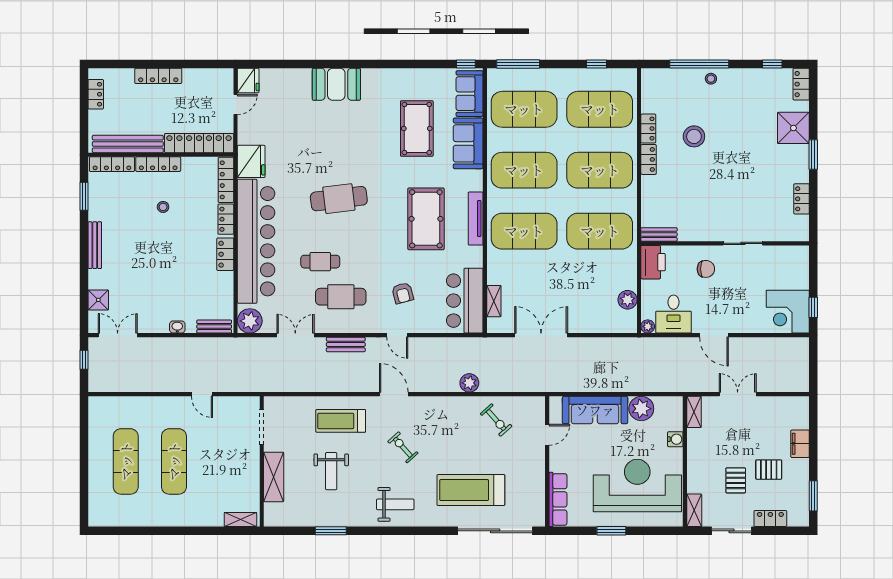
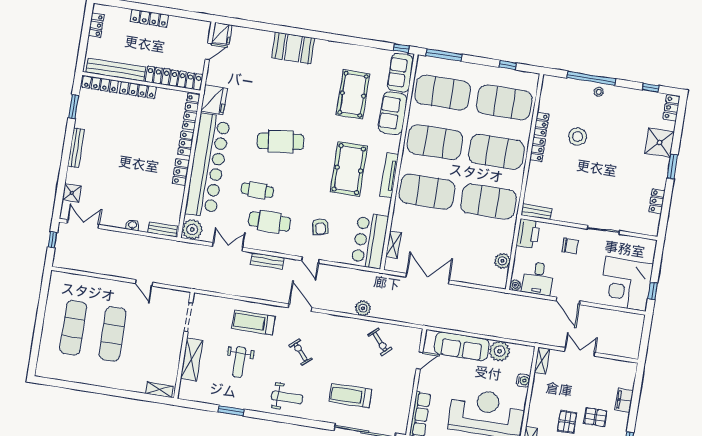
stool: (163, 207) -> (136, 126), removed
corner desk: (788, 312) -> (626, 284), width x1.36, depth x1.36
treadmill: (471, 490) -> (350, 396), width x0.73, depth x0.73

